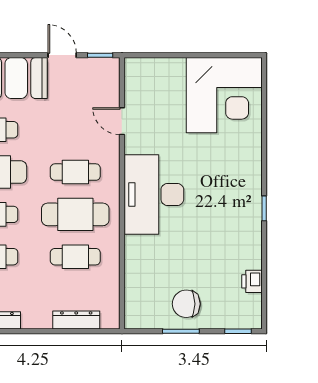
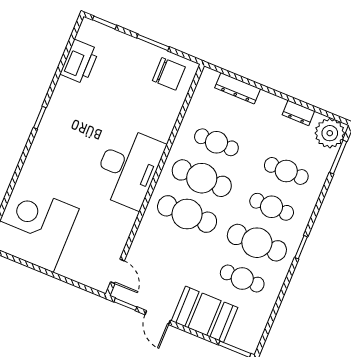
door: (122, 121) -> (117, 271), moved
cafe table: (75, 172) -> (187, 214), width x1.37, depth x1.35
printer: (252, 281) -> (80, 62), width x1.87, depth x1.48
chair: (186, 304) -> (169, 74), moved

